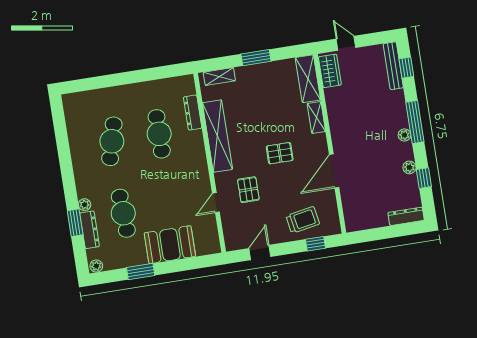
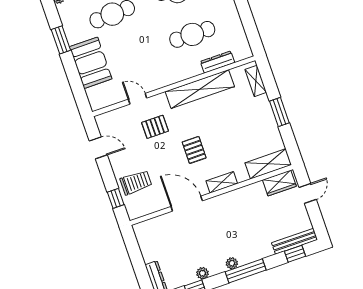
shelving: (316, 118) -> (222, 182), moved
trolley: (303, 220) -> (136, 182), turned -80

